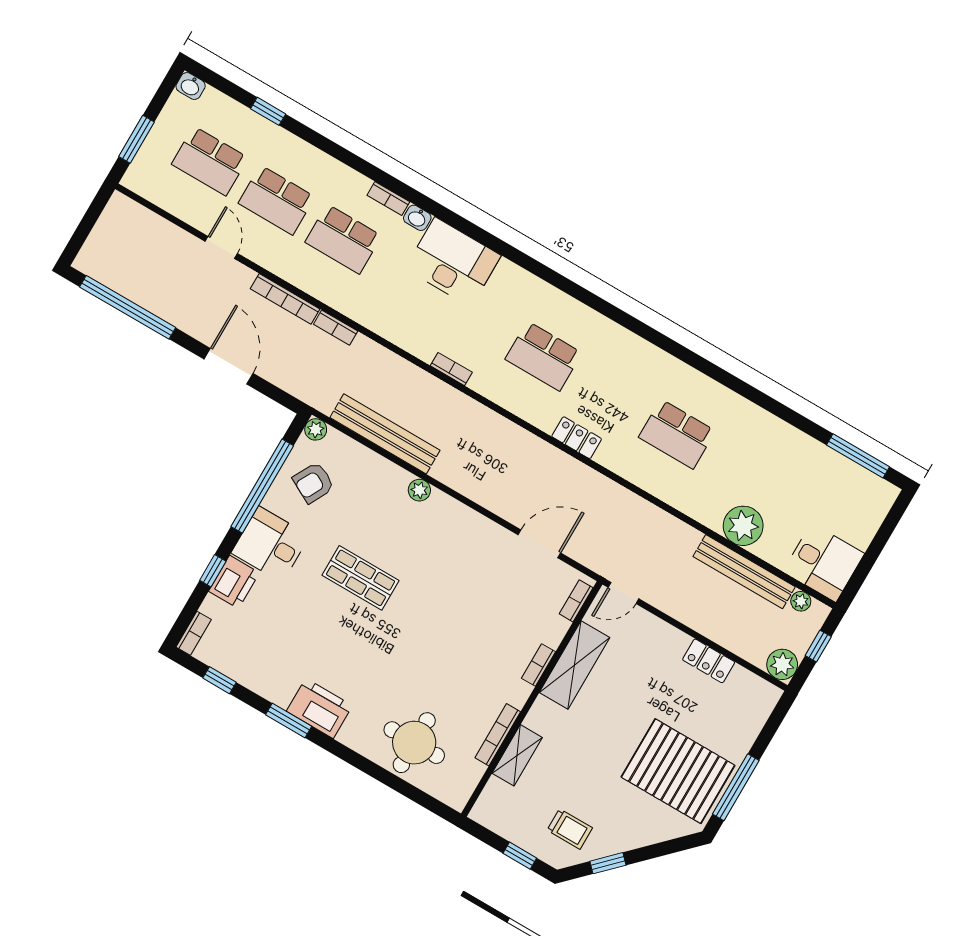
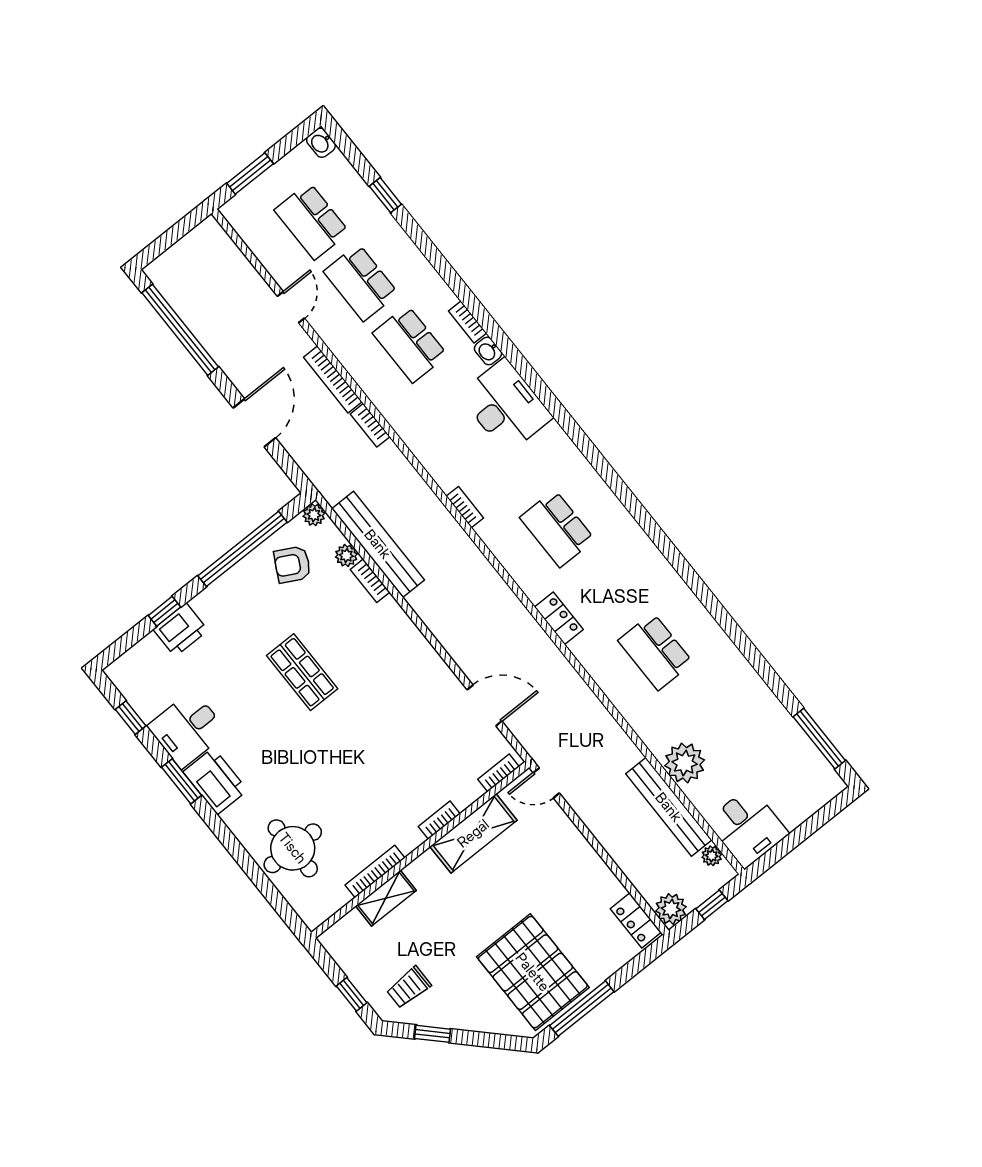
plant: (419, 490) -> (346, 556), moved
desk: (271, 544) -> (187, 729), moved, turned -90
bookcase: (194, 633) -> (370, 581), moved, turned 90
locker: (709, 661) -> (636, 921), moved
trolley: (570, 829) -> (409, 987), turned 90

